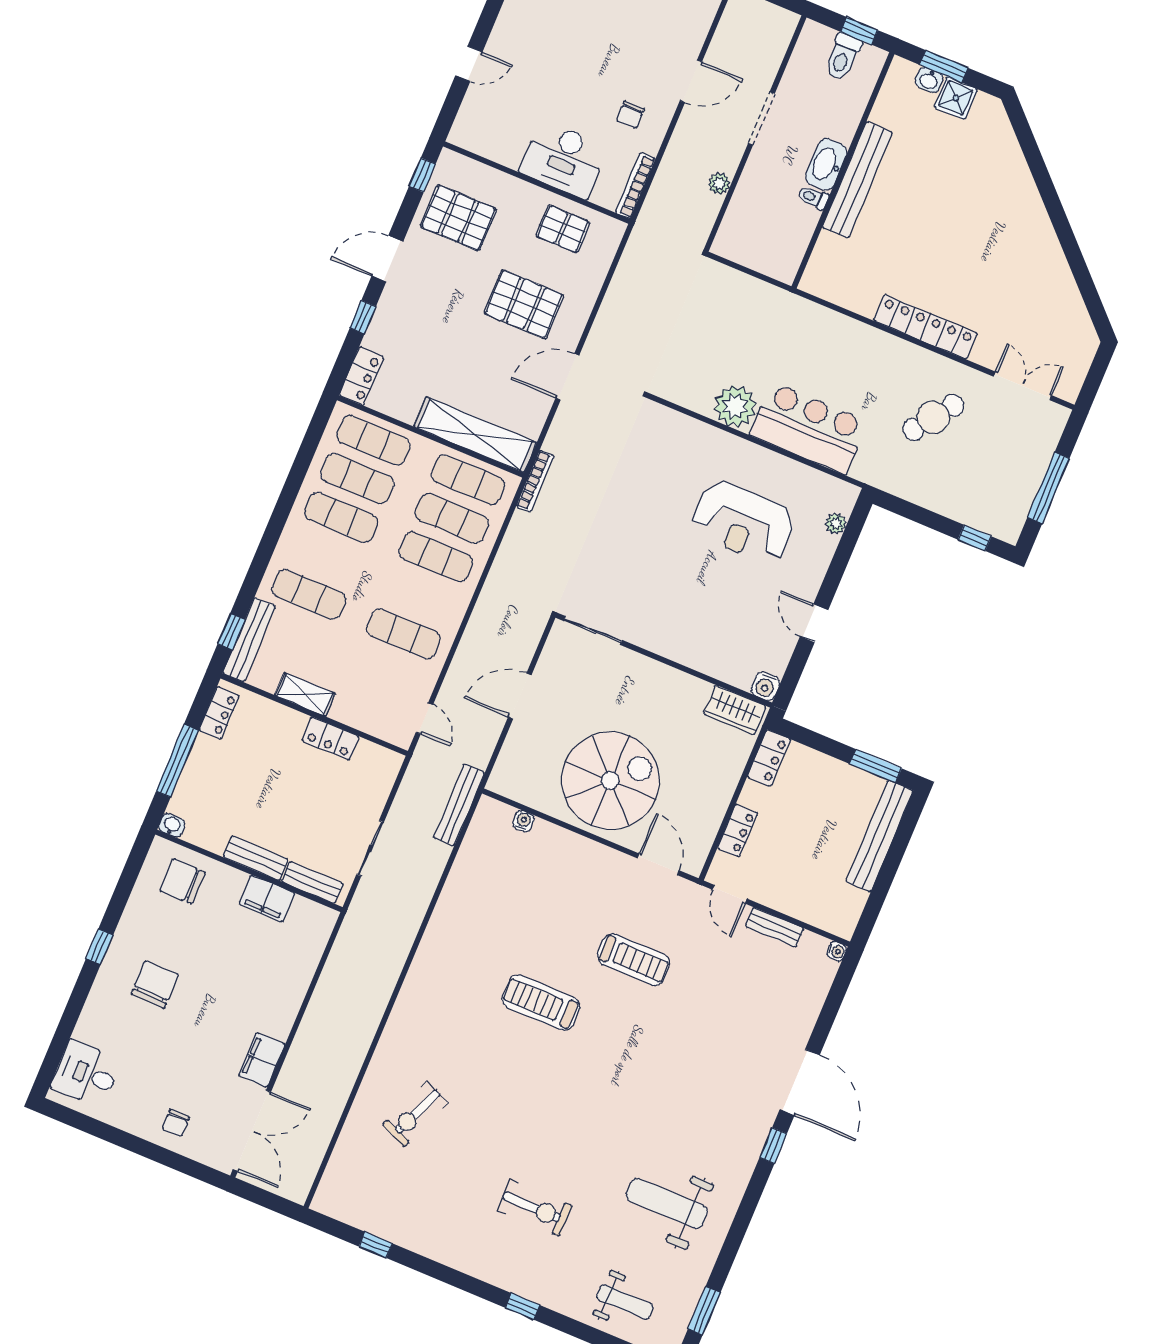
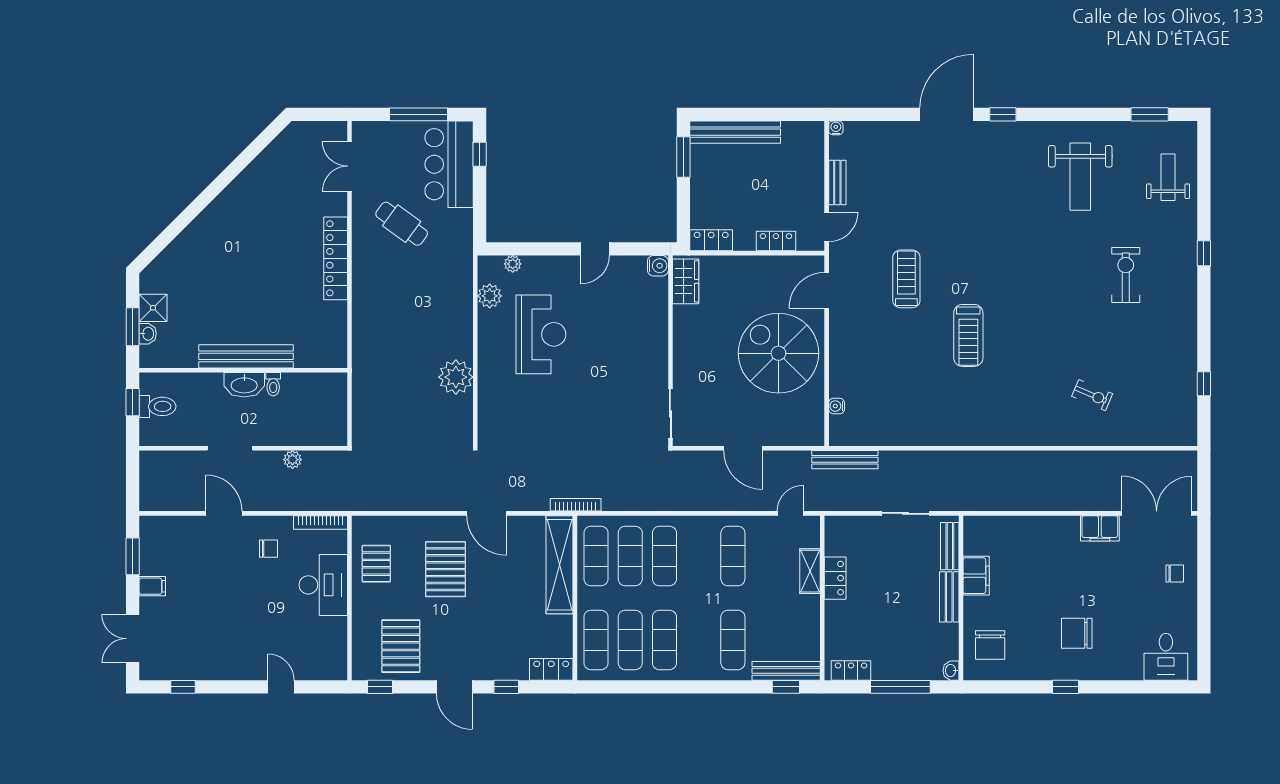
bar counter: (809, 428) -> (449, 164), moved
plant: (811, 482) -> (490, 296), added
shelving: (305, 694) -> (810, 571), moved
exercise bike: (415, 1114) -> (1092, 395), width x0.73, depth x0.72

